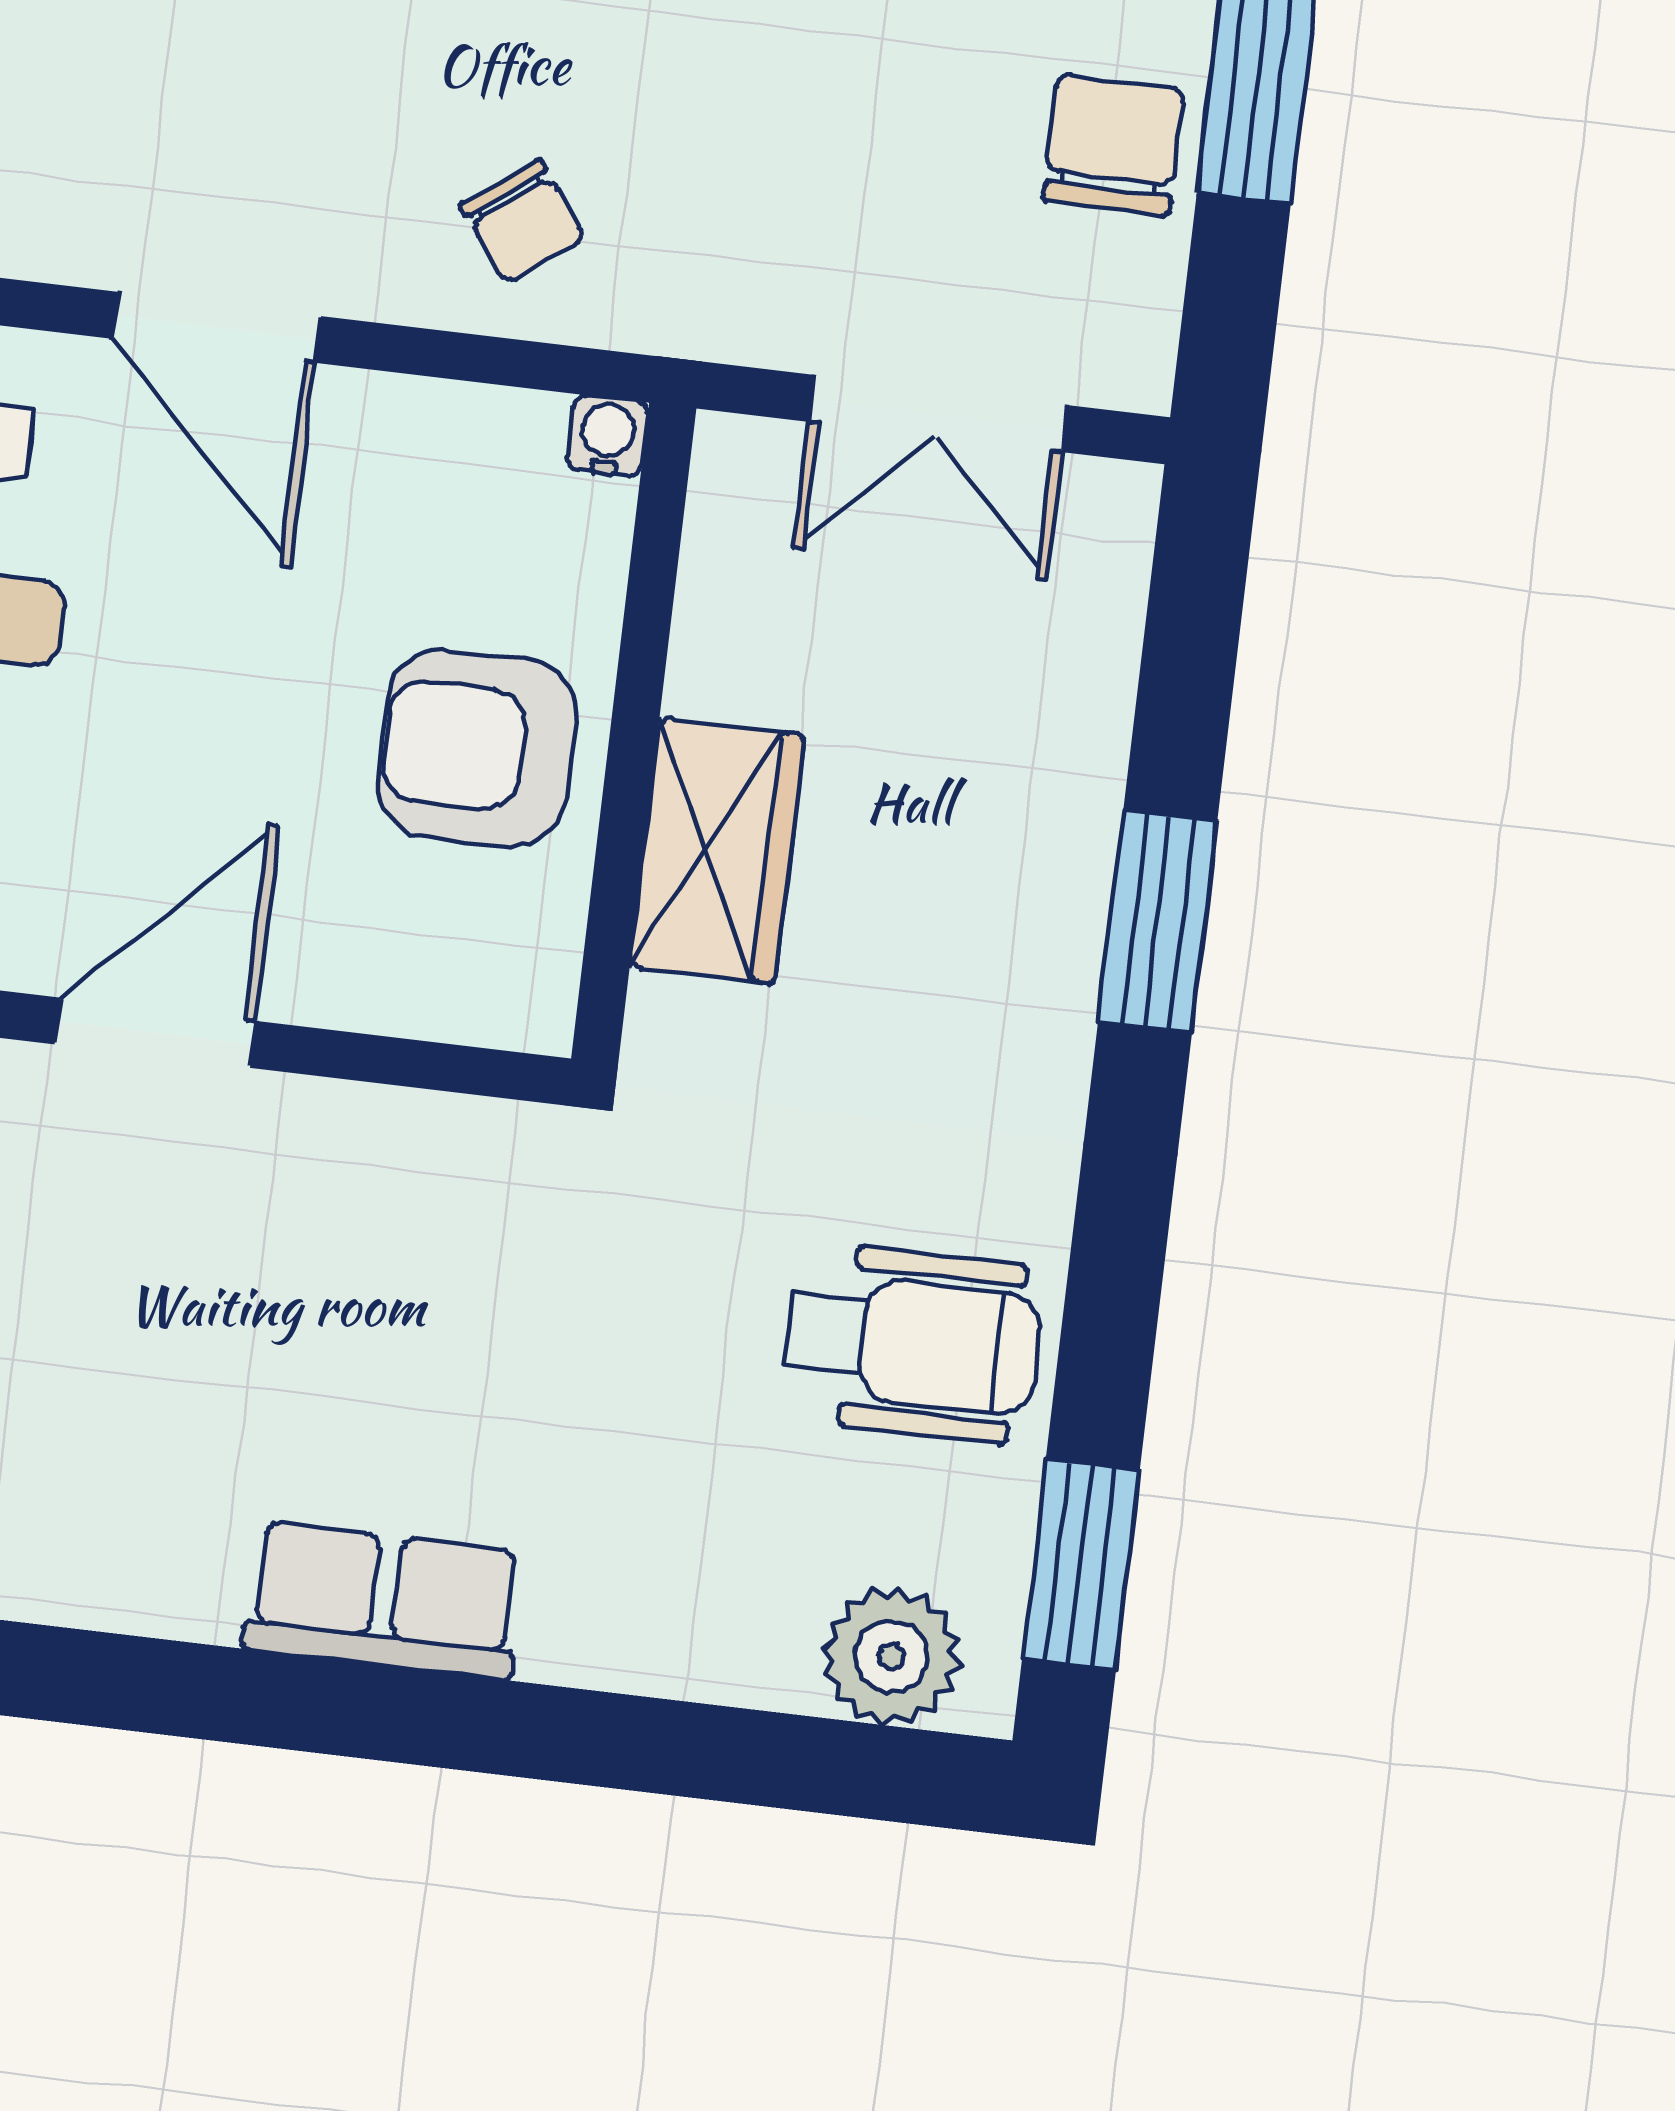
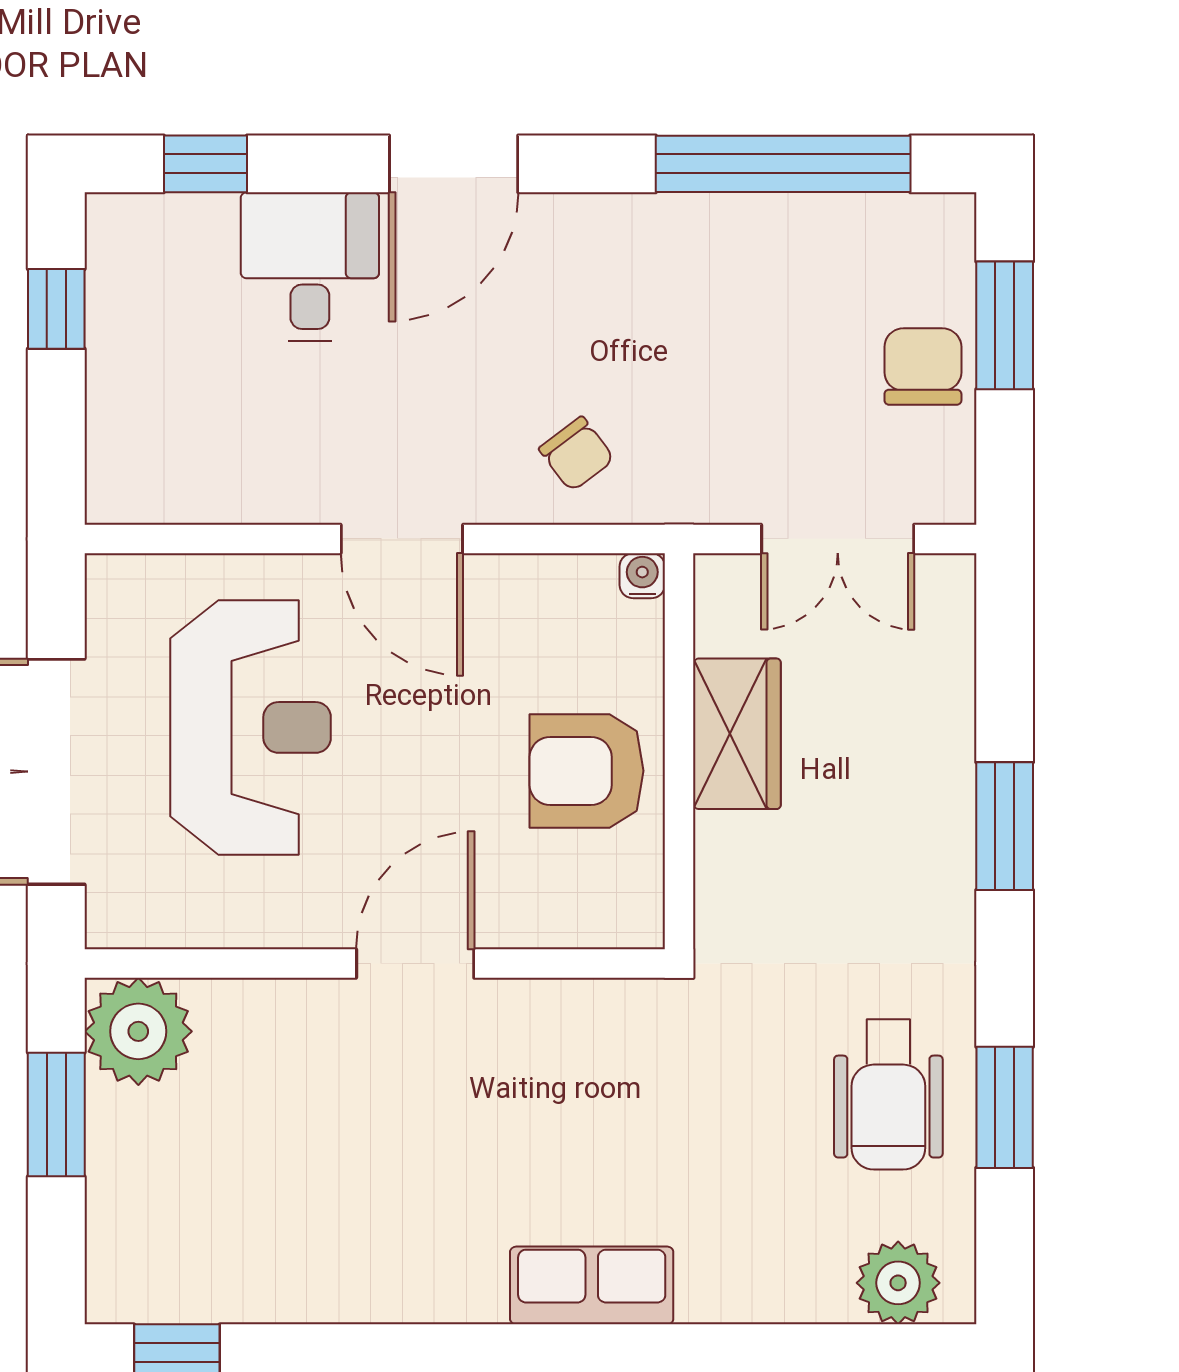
wardrobe: (717, 851) -> (737, 734), moved
wheelchair: (912, 1343) -> (888, 1095), turned 90
window: (1081, 1565) -> (1005, 1107), moved

